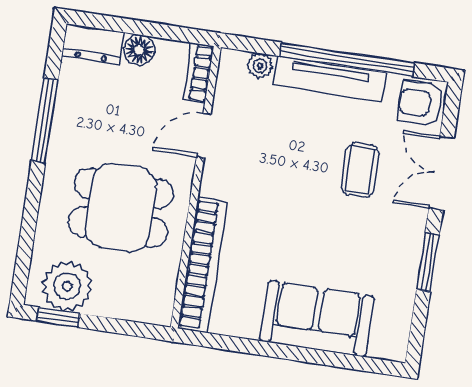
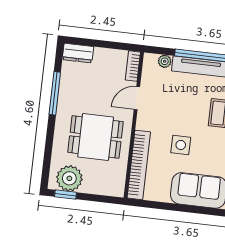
floor lamp: (139, 50) -> (102, 55), removed
side table: (285, 229) -> (181, 145), added

